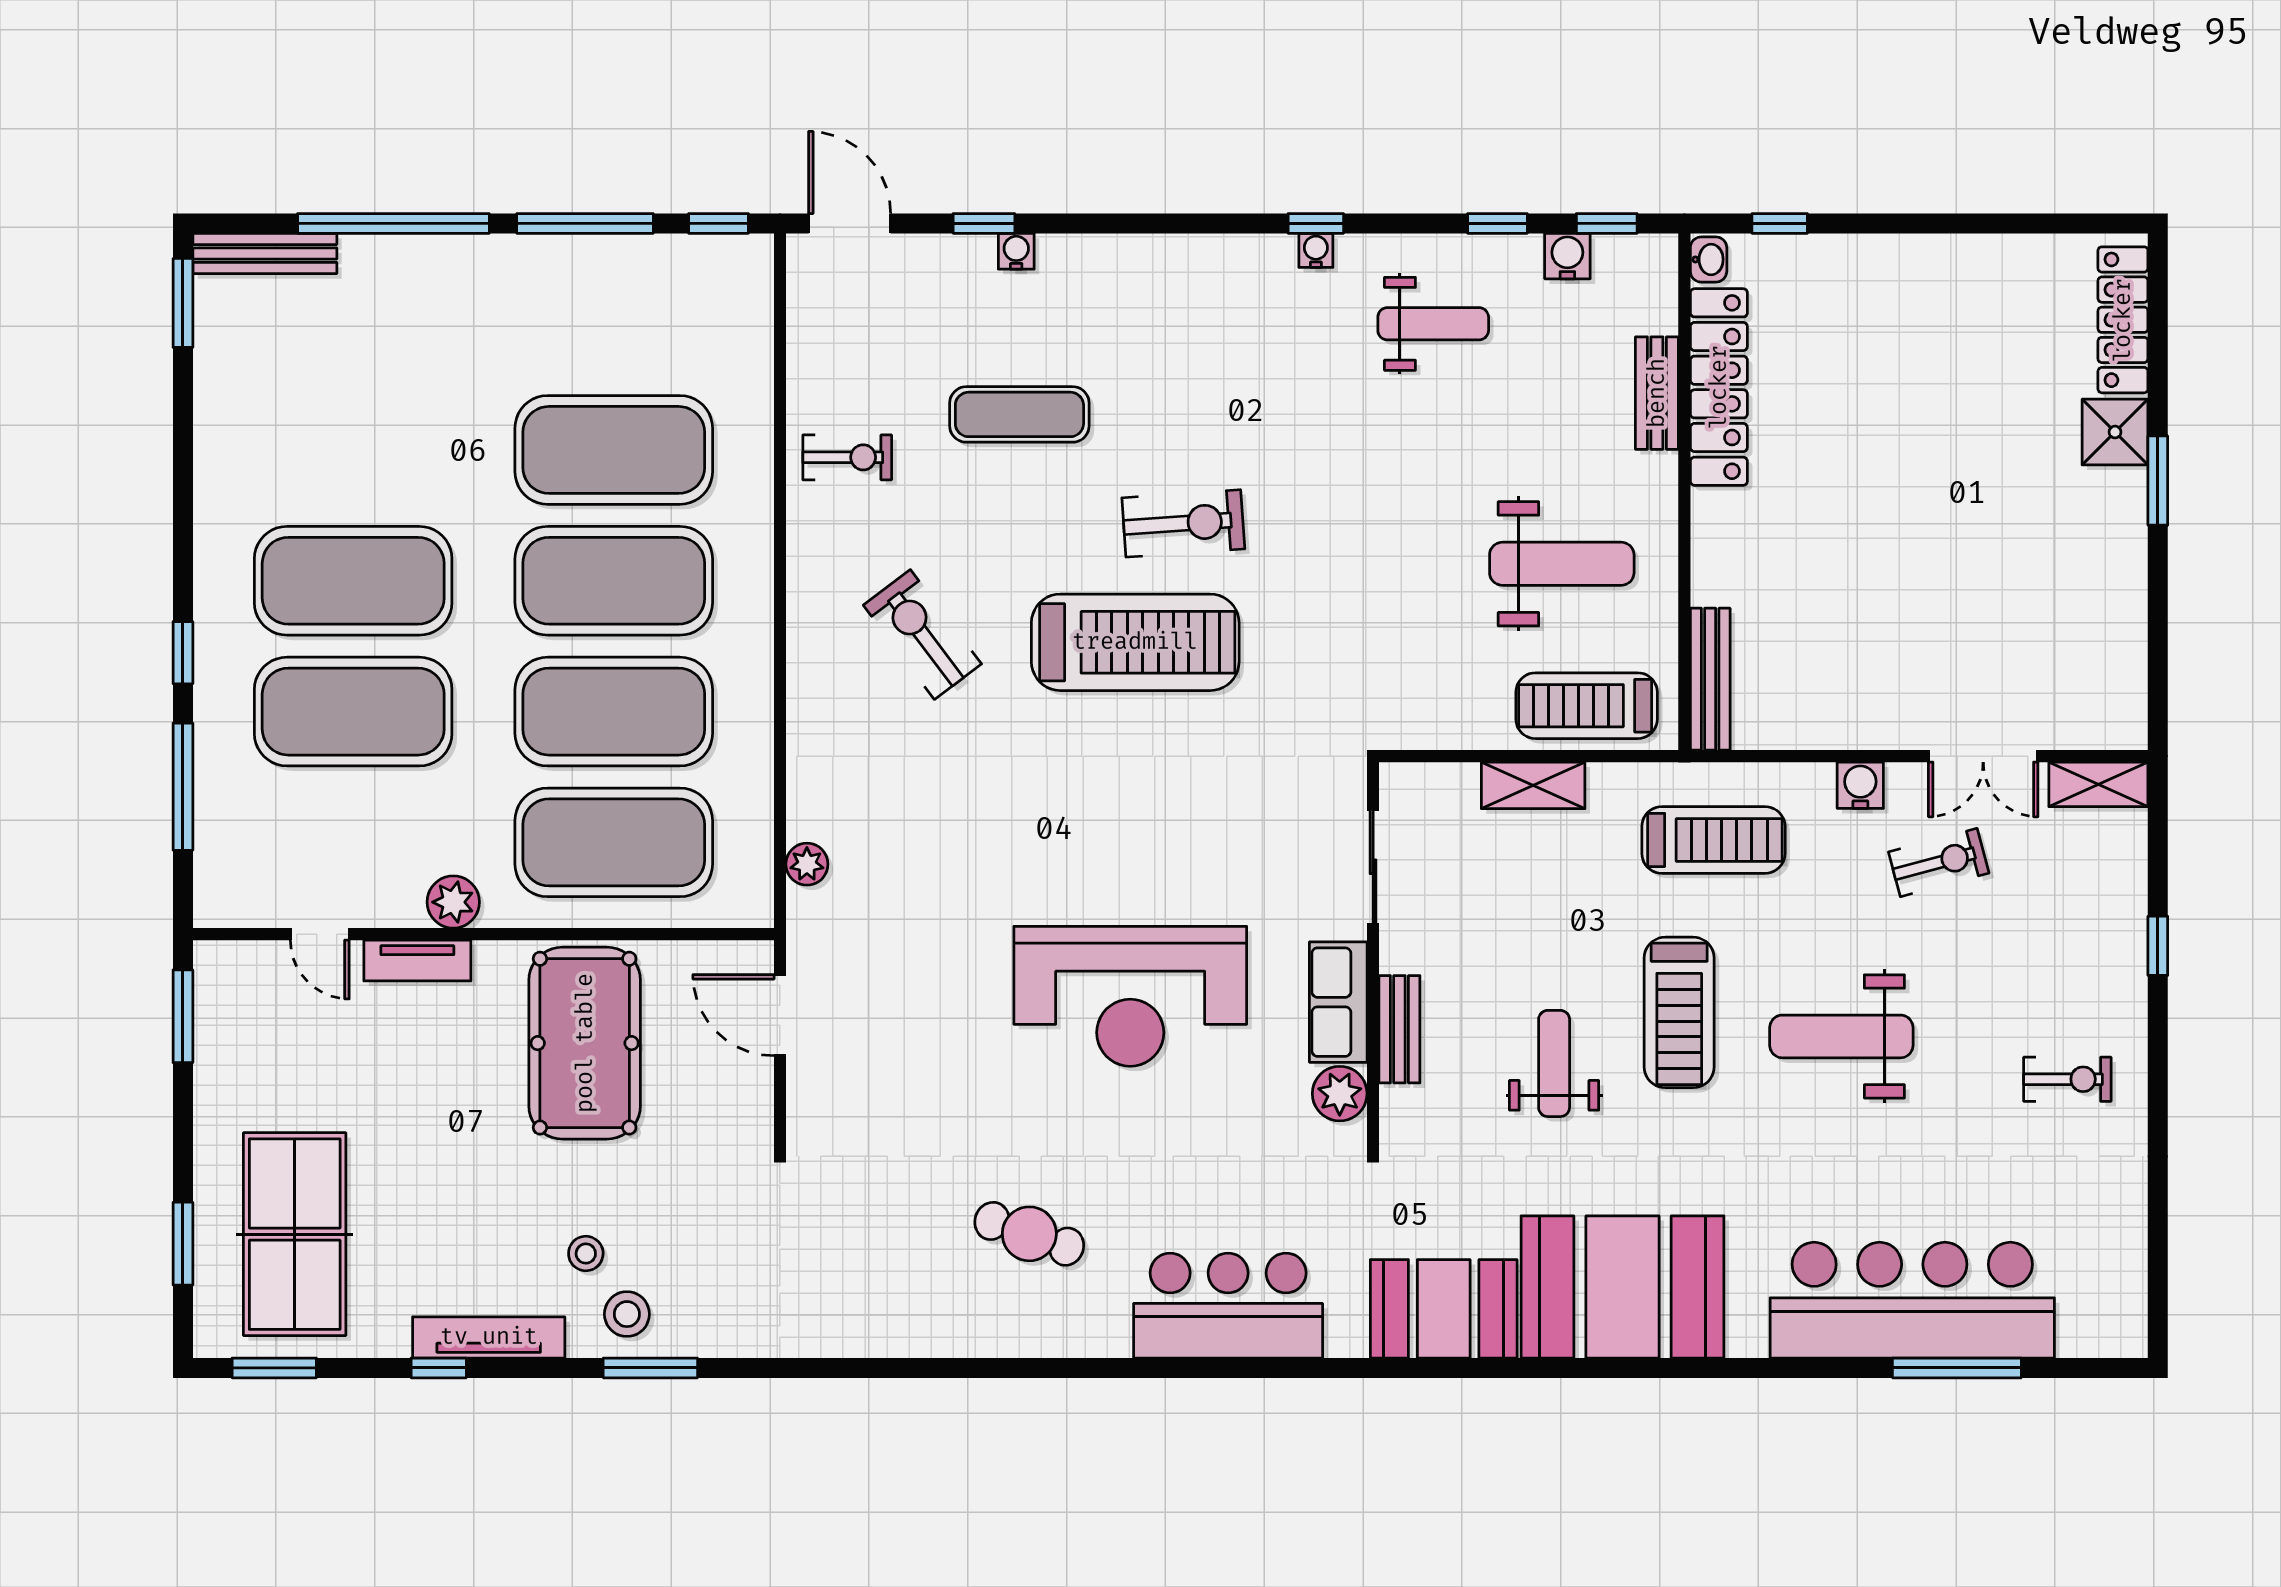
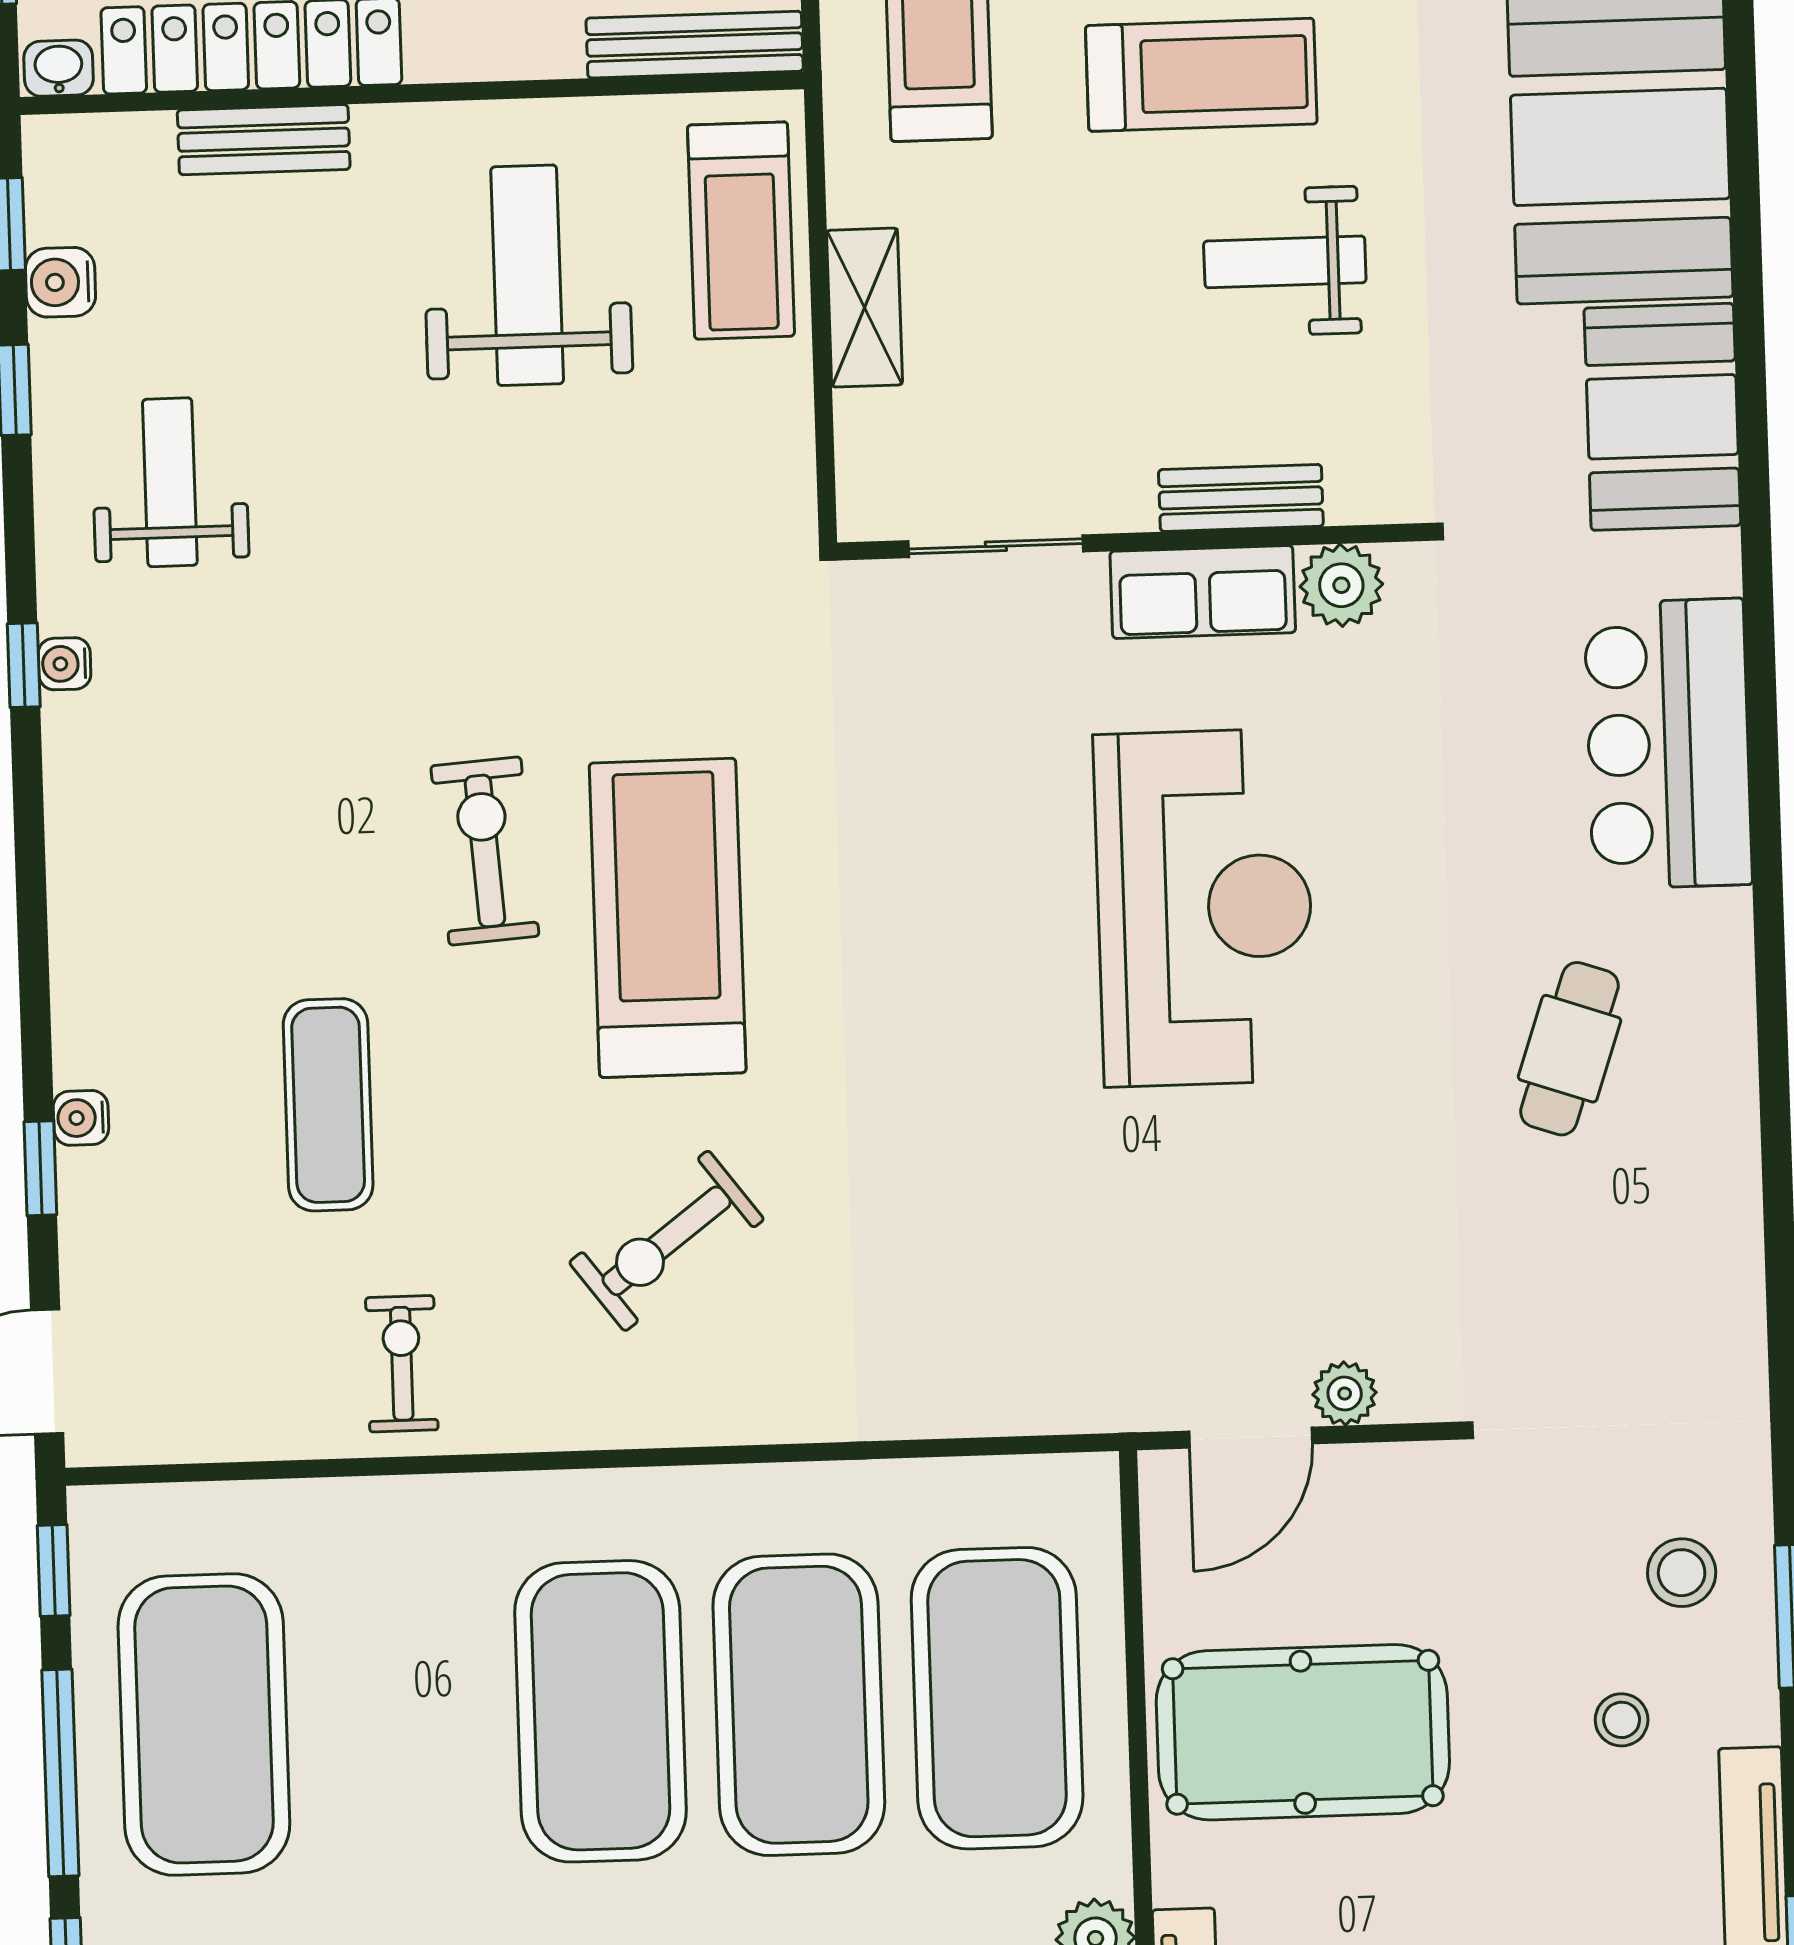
exercise mat: (614, 450) -> (204, 1724), moved
plant: (807, 864) -> (1345, 1394), moved
stool: (627, 1314) -> (1682, 1573), moved

